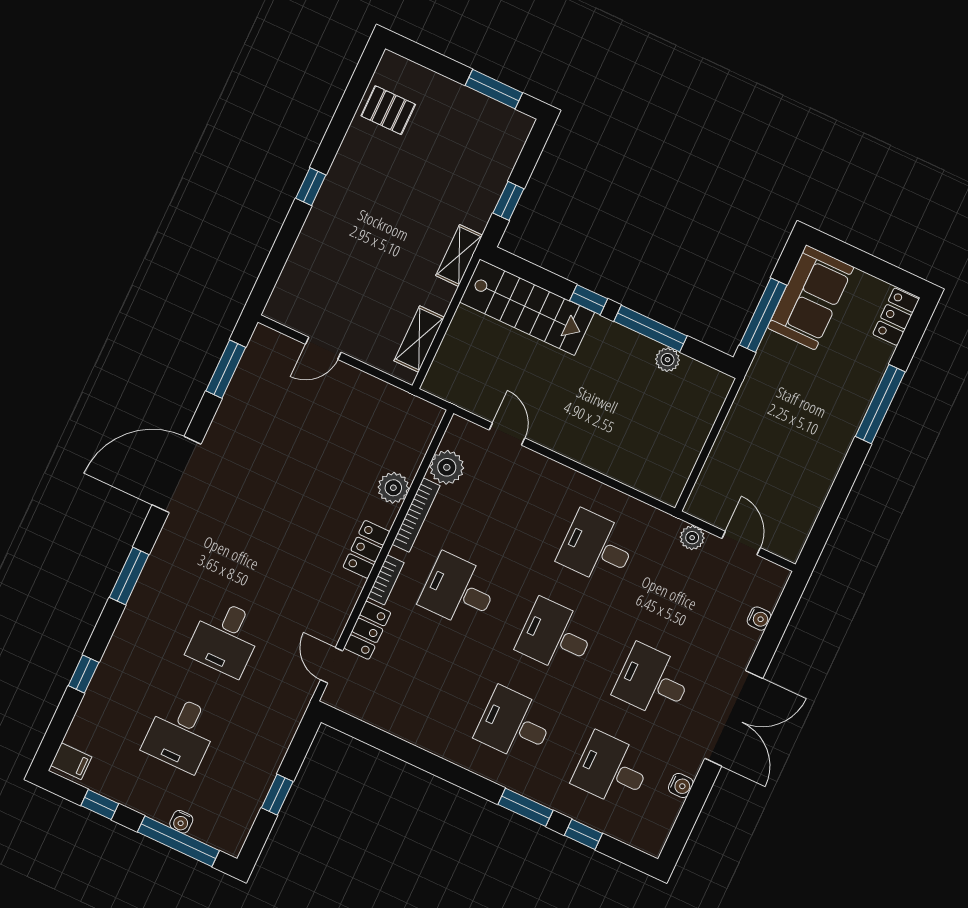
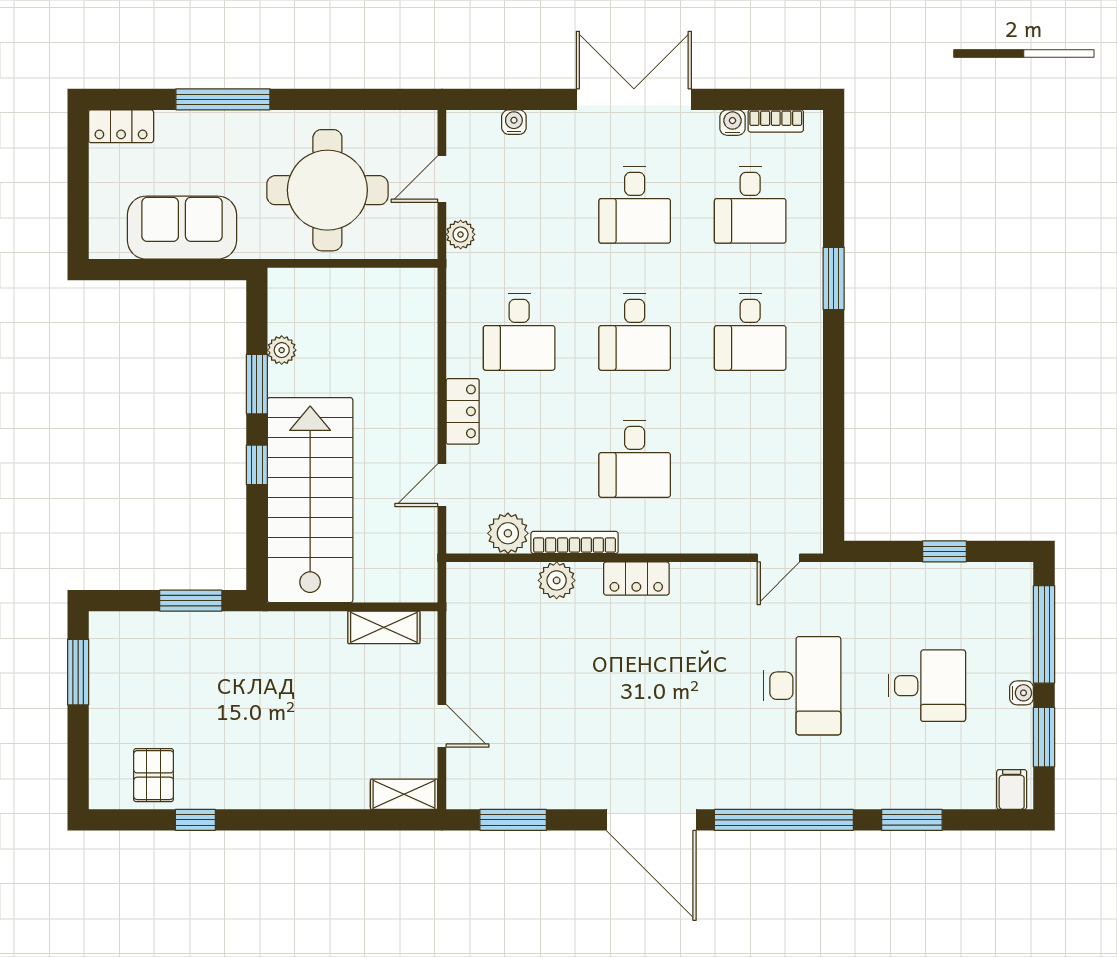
window: (311, 187) -> (195, 820), moved
window: (508, 201) -> (191, 601), width x1.50
shelving: (459, 255) -> (404, 794), moved
sofa: (811, 297) -> (182, 228), moved
stairs: (527, 307) -> (310, 500), width x1.36, depth x1.51
window: (763, 315) -> (186, 270), removed
window: (650, 329) -> (257, 384), width x0.69
round table: (774, 452) -> (327, 190), added
window: (129, 576) -> (784, 820), width x2.11
bookcase: (386, 580) -> (776, 121), moved, turned 180
locker: (367, 630) -> (463, 411), moved, turned 90
desk: (225, 638) -> (802, 686), width x1.37
window: (84, 674) -> (912, 820), width x1.50
window: (100, 805) -> (1044, 737), width x1.50
water cooler: (181, 822) -> (1022, 693), moved
window: (583, 834) -> (834, 203), removed

